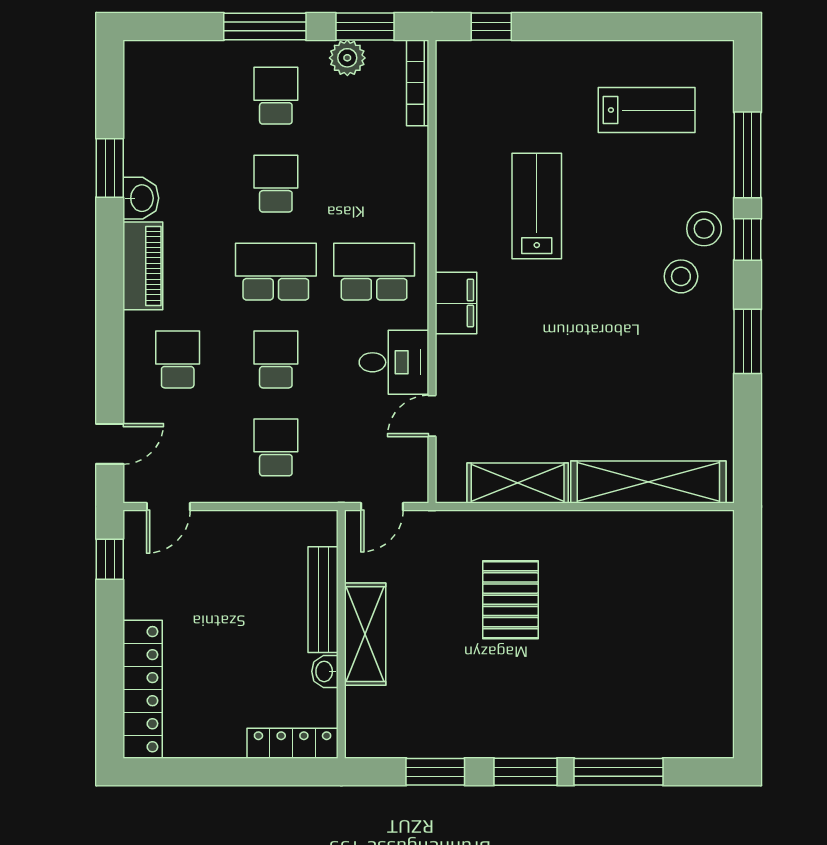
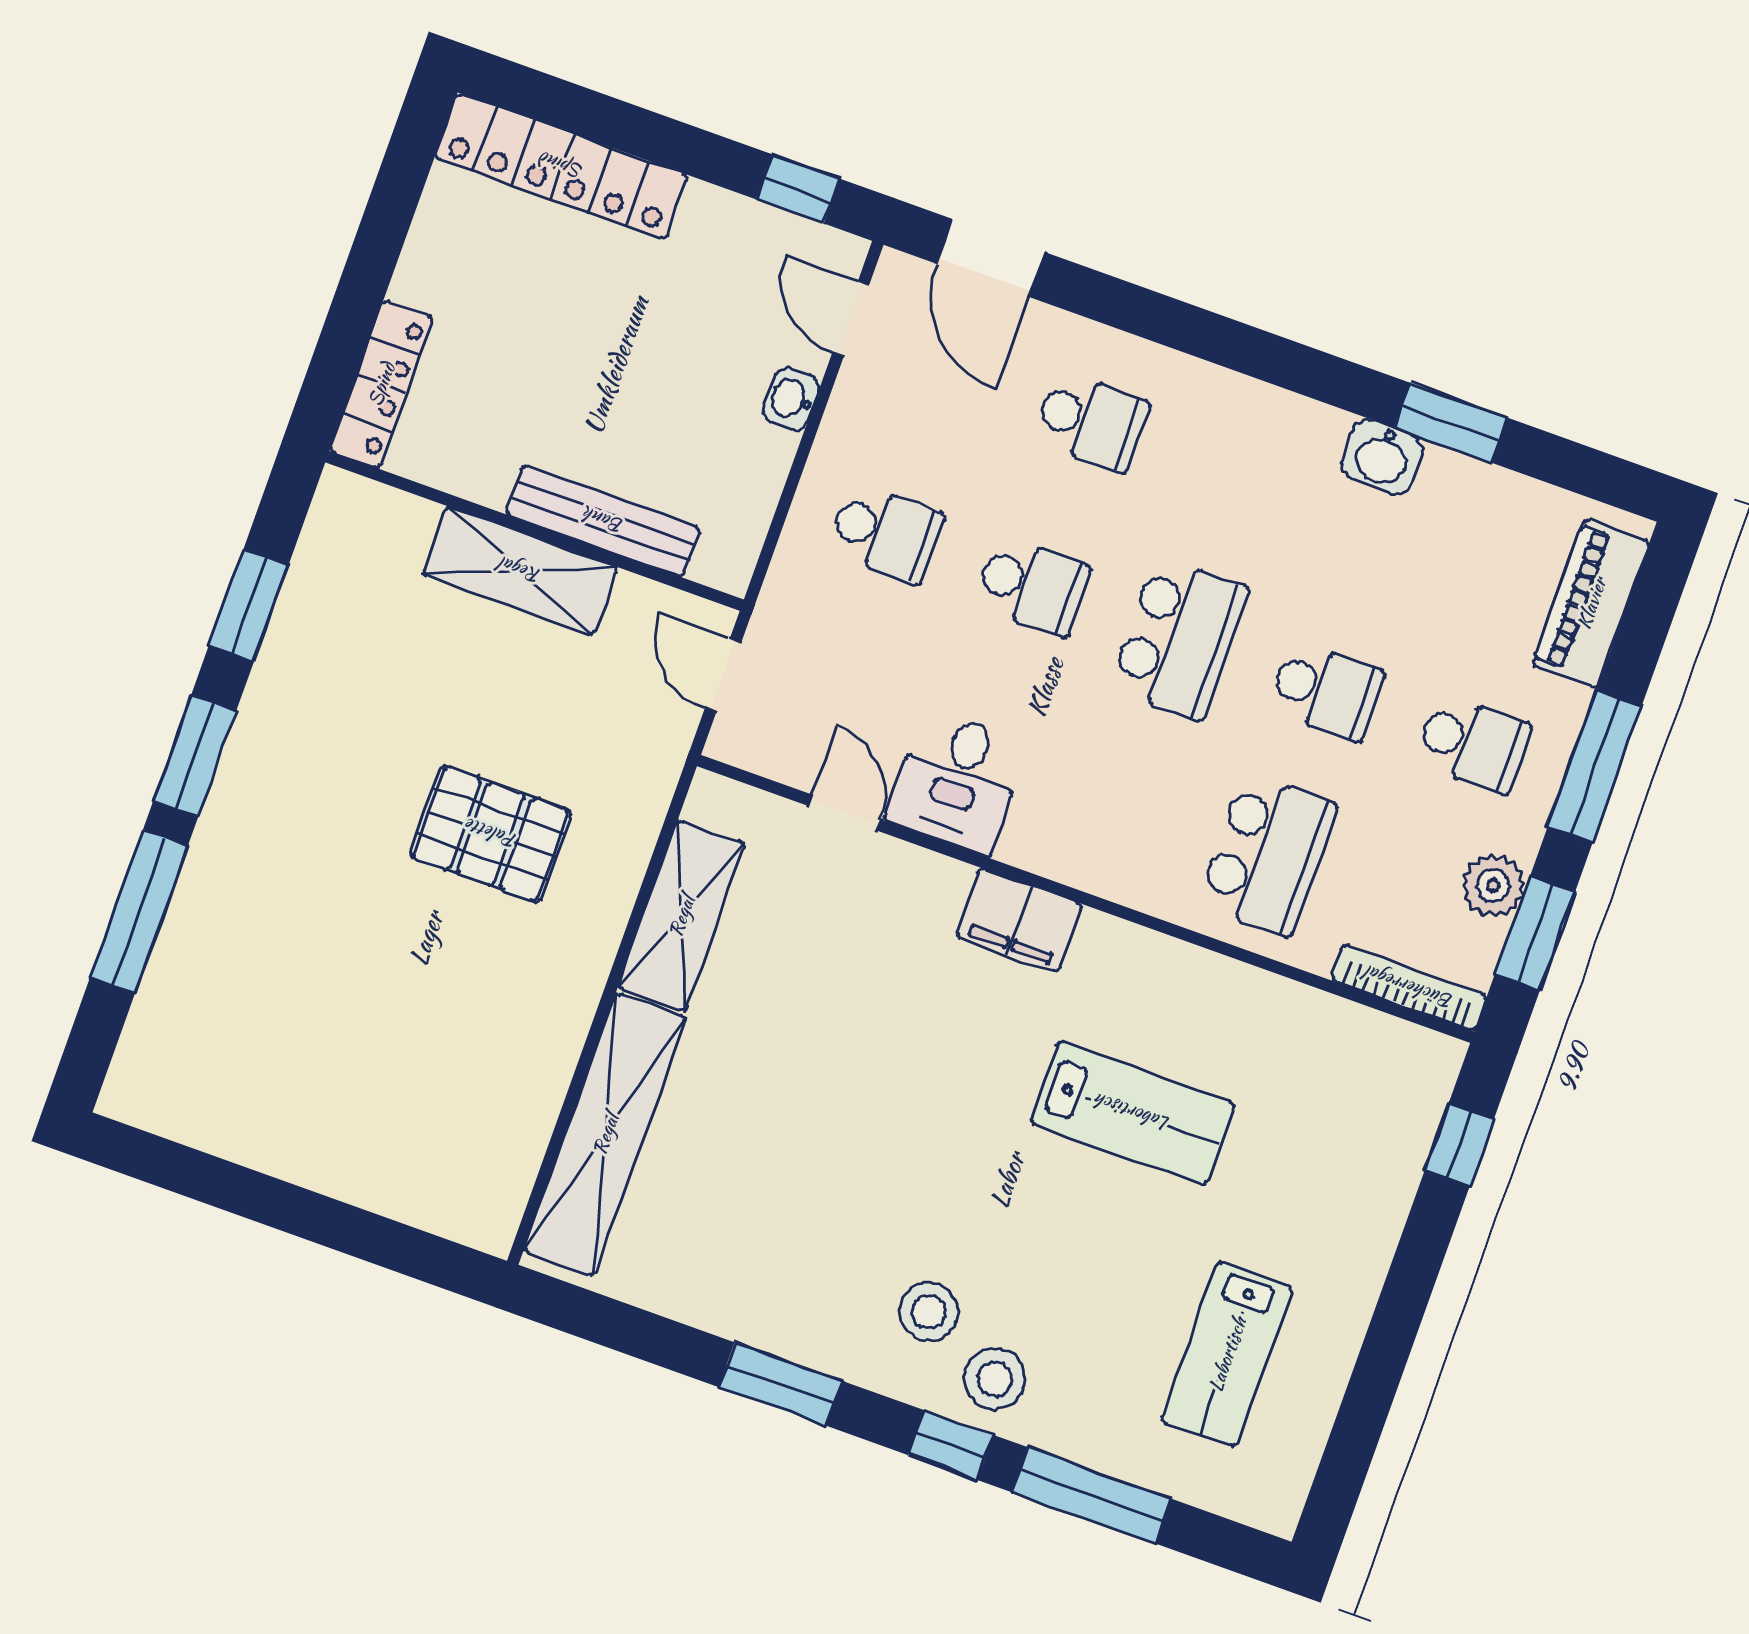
piano: (143, 266) -> (1591, 603), moved, turned 90
school desk: (374, 272) -> (1267, 855), moved
door: (110, 444) -> (991, 258), width x1.38
washbasin: (325, 671) -> (791, 399), moved, turned -90

